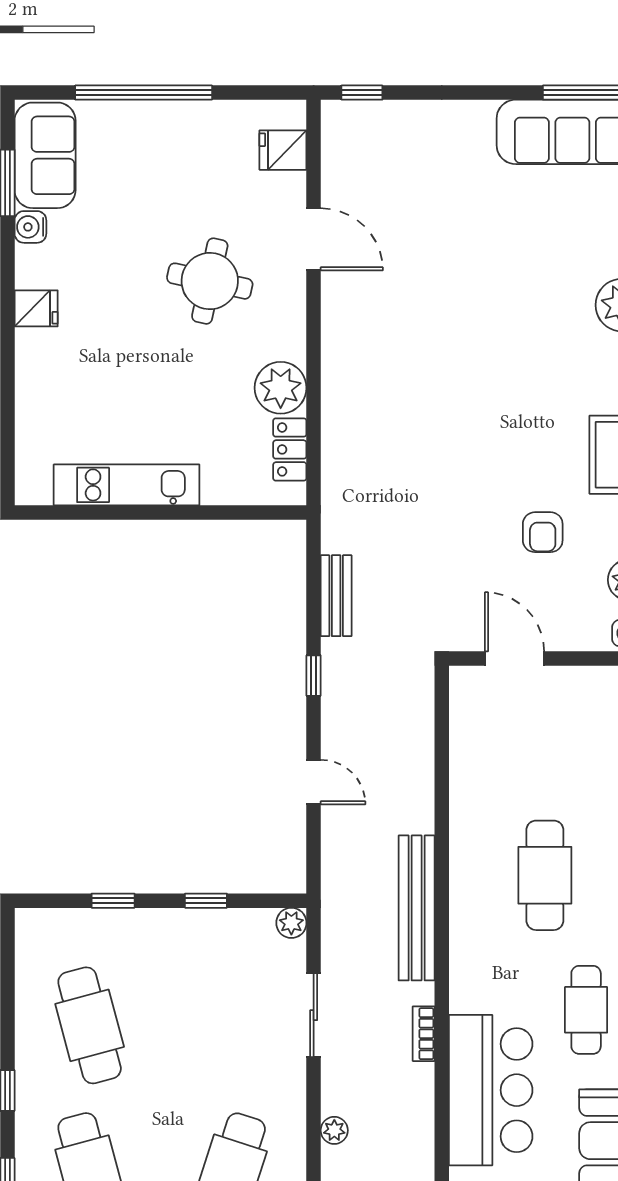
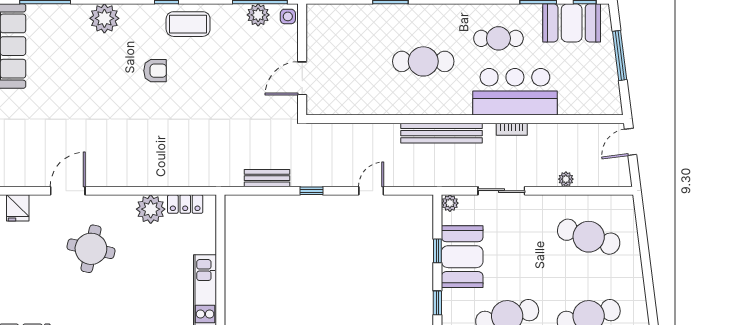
armchair: (543, 532) -> (155, 71), moved
booth: (196, 945) -> (462, 257), added
bar counter: (491, 1090) -> (515, 92), moved

